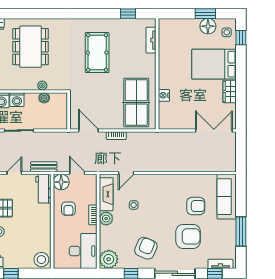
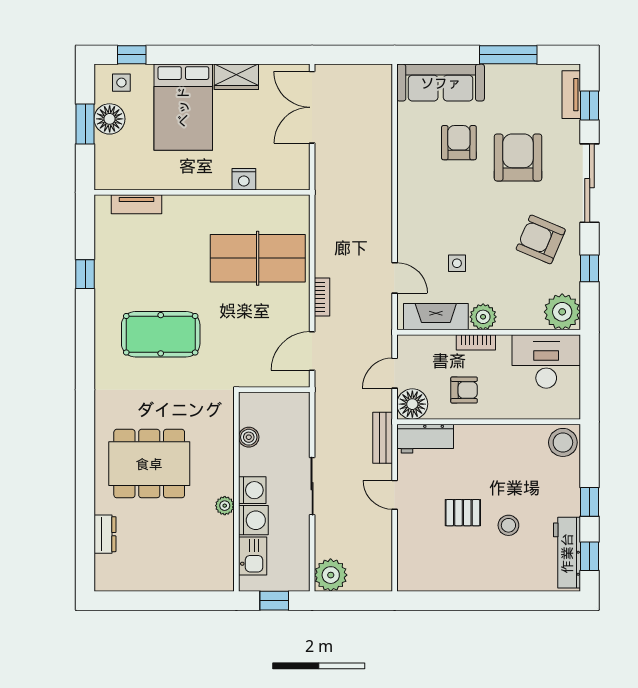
tv unit: (151, 40) -> (137, 204), moved
wall: (157, 74) -> (202, 192), moved
plant: (42, 85) -> (225, 506), moved
nightstand: (164, 95) -> (244, 179), moved

